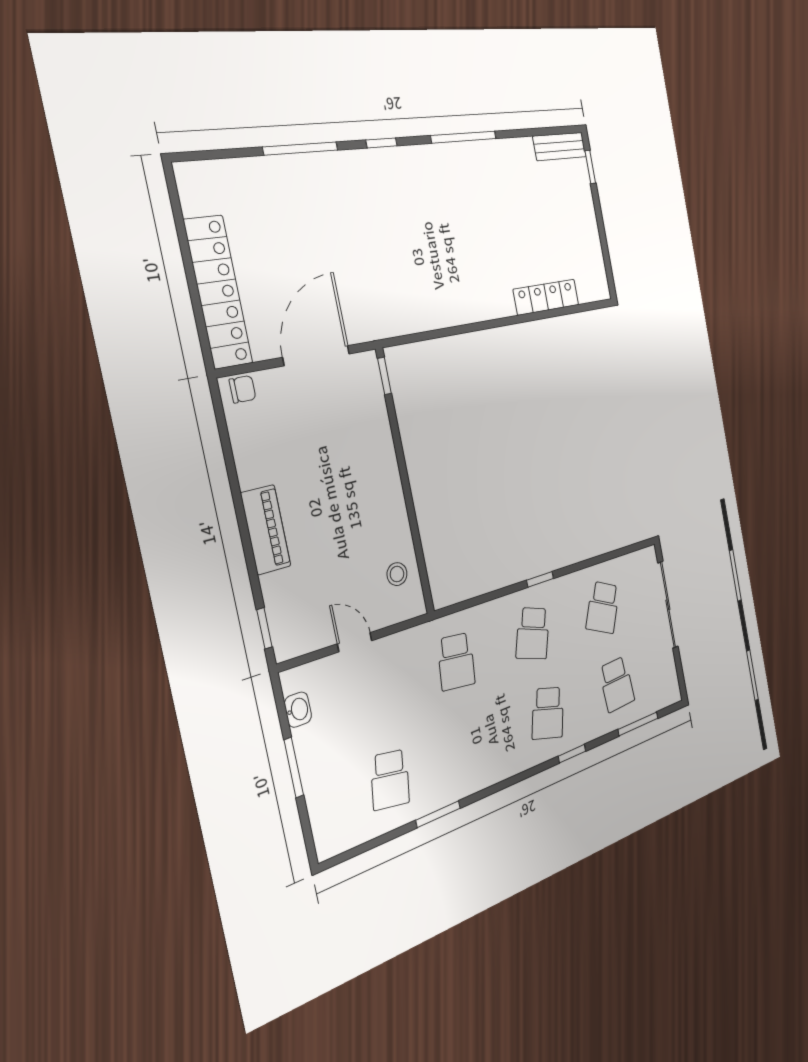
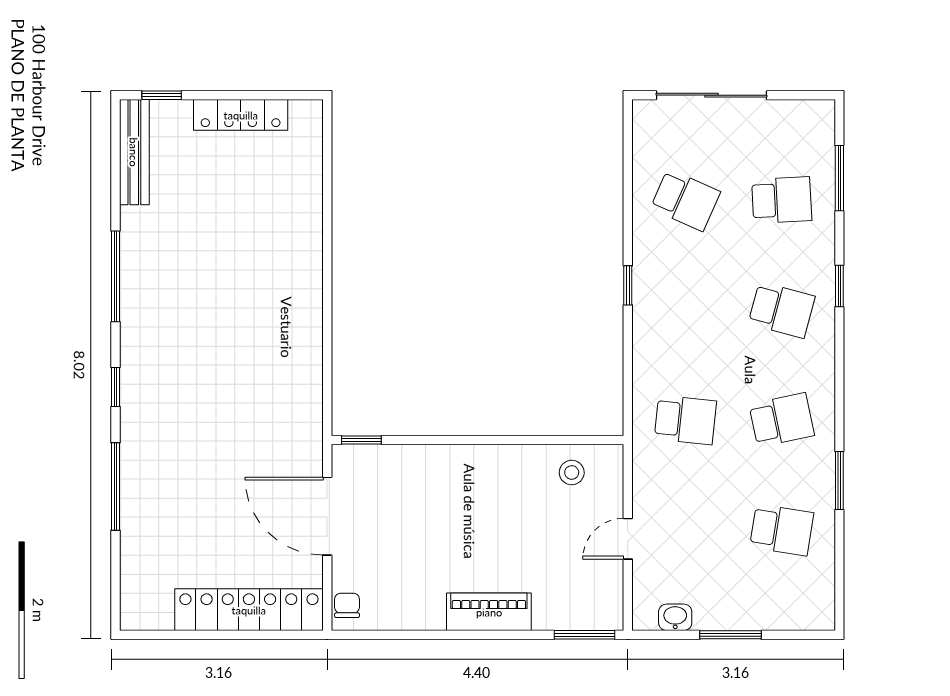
bench: (560, 146) -> (134, 152), width x1.36
locker: (546, 297) -> (241, 115), moved, turned -90
window: (265, 628) -> (585, 635), width x1.50
school desk: (533, 633) -> (782, 420), moved, turned -30

